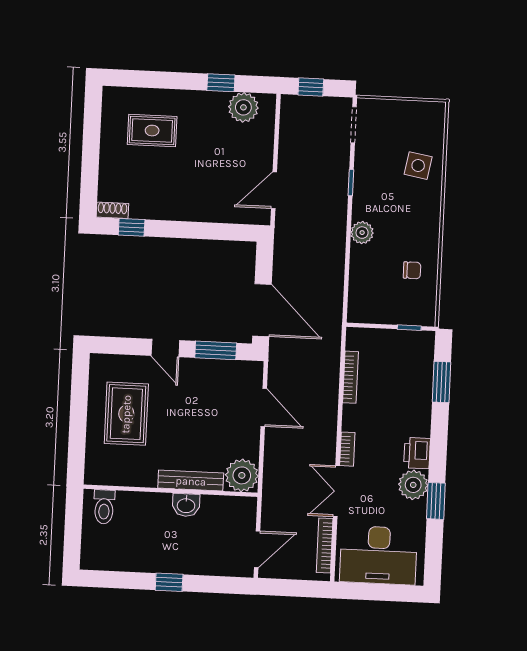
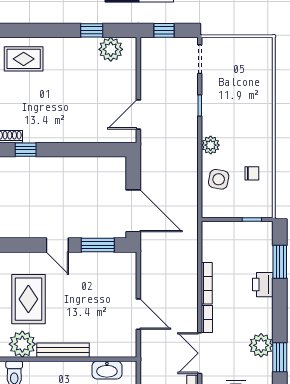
rug: (152, 131) -> (24, 59), moved
side table: (418, 166) -> (219, 179), moved
bookcase: (351, 377) -> (207, 283), moved
door: (264, 408) -> (138, 314), moved
printer: (417, 453) -> (263, 285), moved
plant: (242, 475) -> (22, 344), moved
bench: (191, 481) -> (63, 350), moved
washbasin: (186, 505) -> (107, 370), moved, width x1.38

